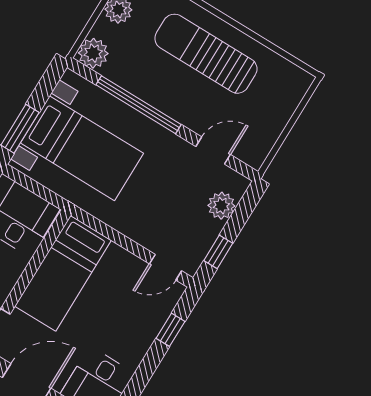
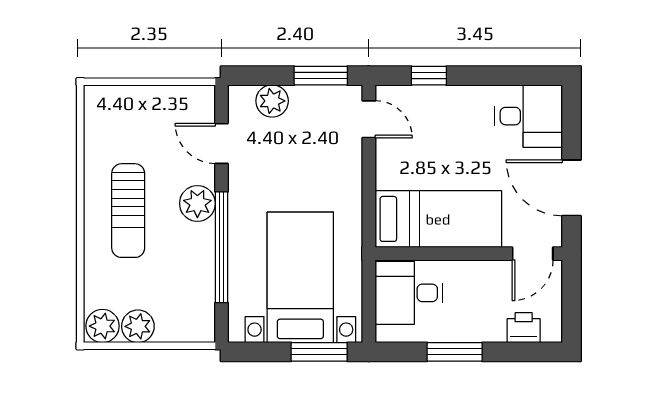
plant: (93, 53) -> (197, 203), moved
sun lounger: (206, 54) -> (128, 211), width x0.73, depth x0.75
window: (218, 252) -> (321, 76), width x1.50

